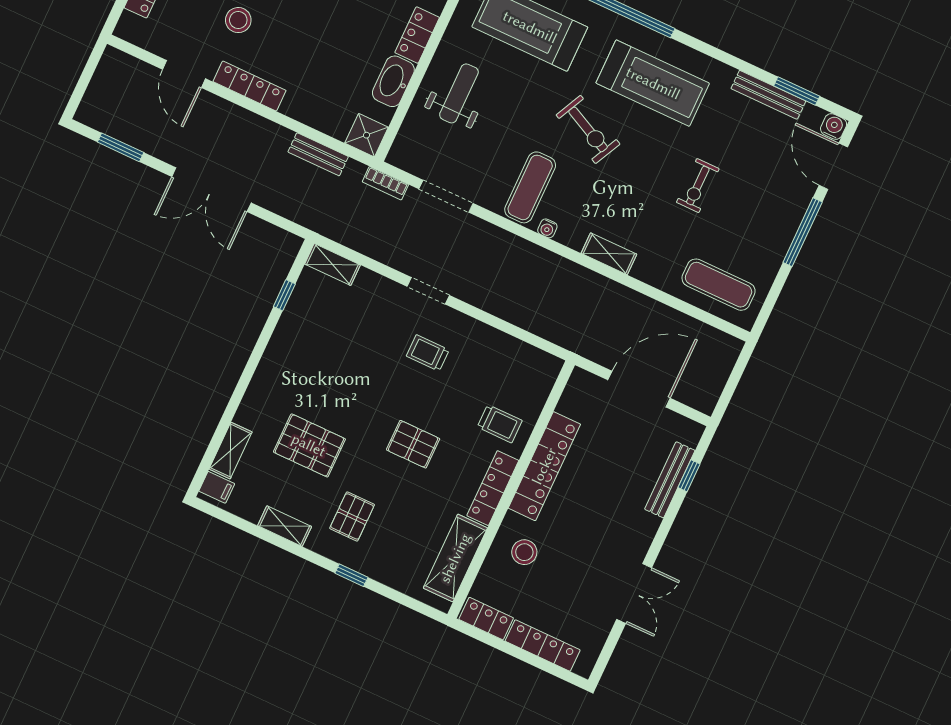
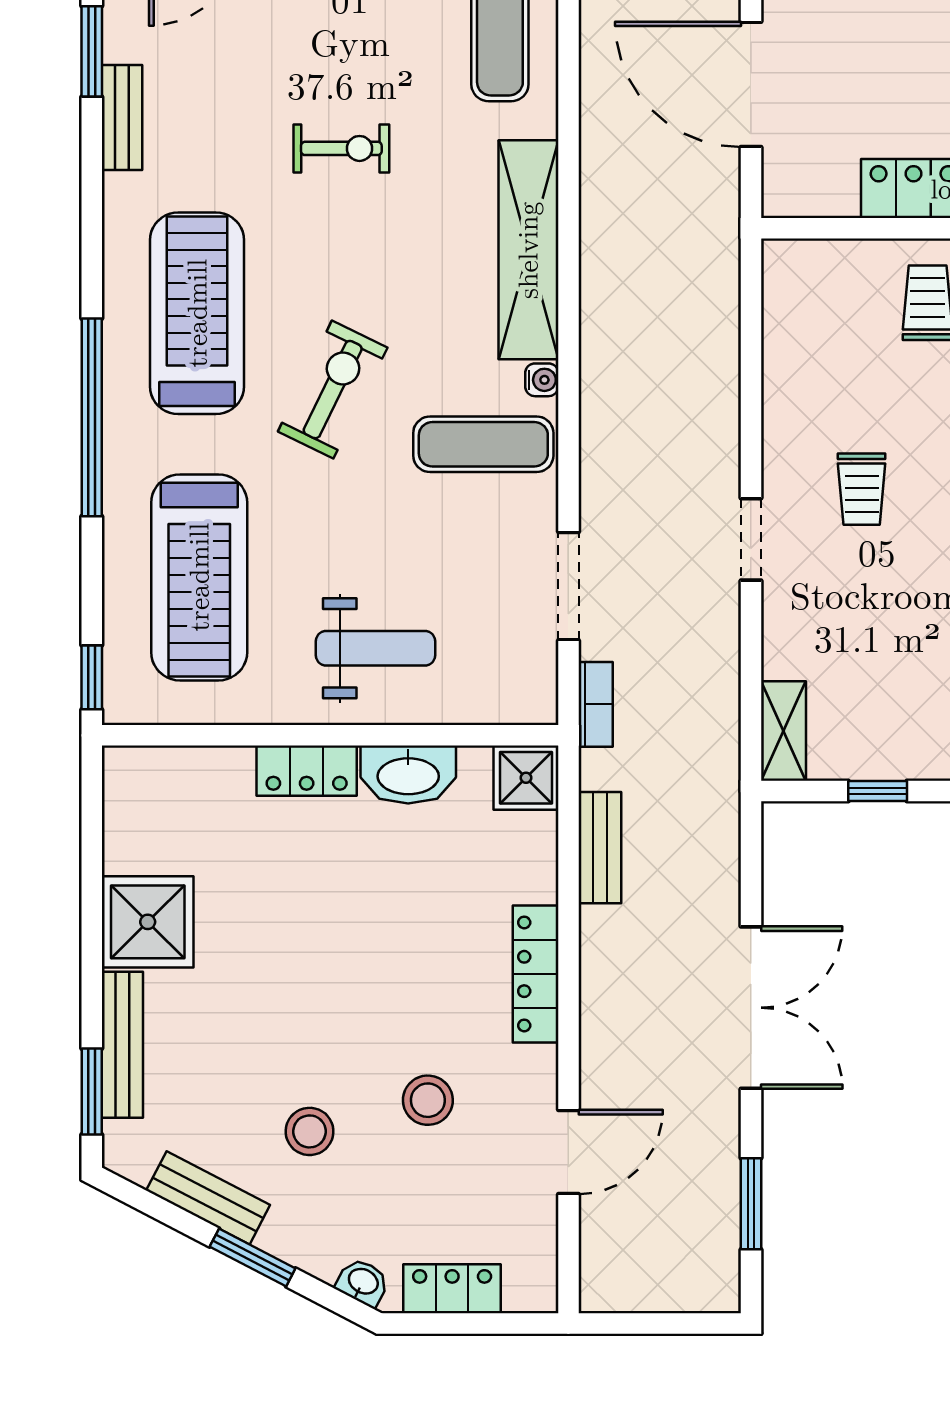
locker: (249, 86) -> (536, 974), moved
weight bench: (459, 93) -> (375, 648), turned 180
bench: (768, 95) -> (122, 118), width x0.73
shelving: (609, 254) -> (528, 250), width x2.20, depth x1.33

